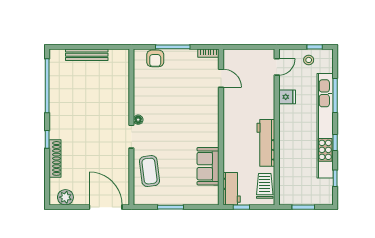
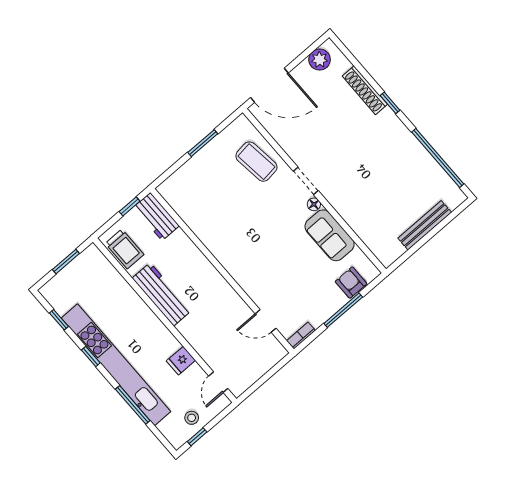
sofa: (208, 166) -> (330, 235), moved, turned 180

